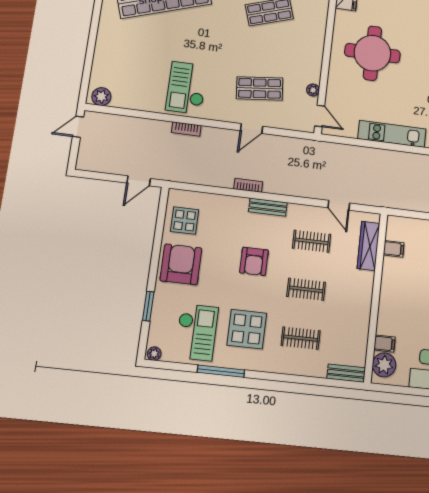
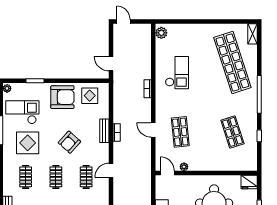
checkout: (187, 88) -> (177, 73), moved, turned 90
door: (320, 116) -> (167, 173), swing flipped
door: (78, 127) -> (123, 21), moved
door: (339, 205) -> (111, 170), moved
bench: (268, 207) -> (104, 131), moved
armchair: (254, 261) -> (69, 142), turned -48
checkout: (196, 332) -> (22, 112), turned 180

